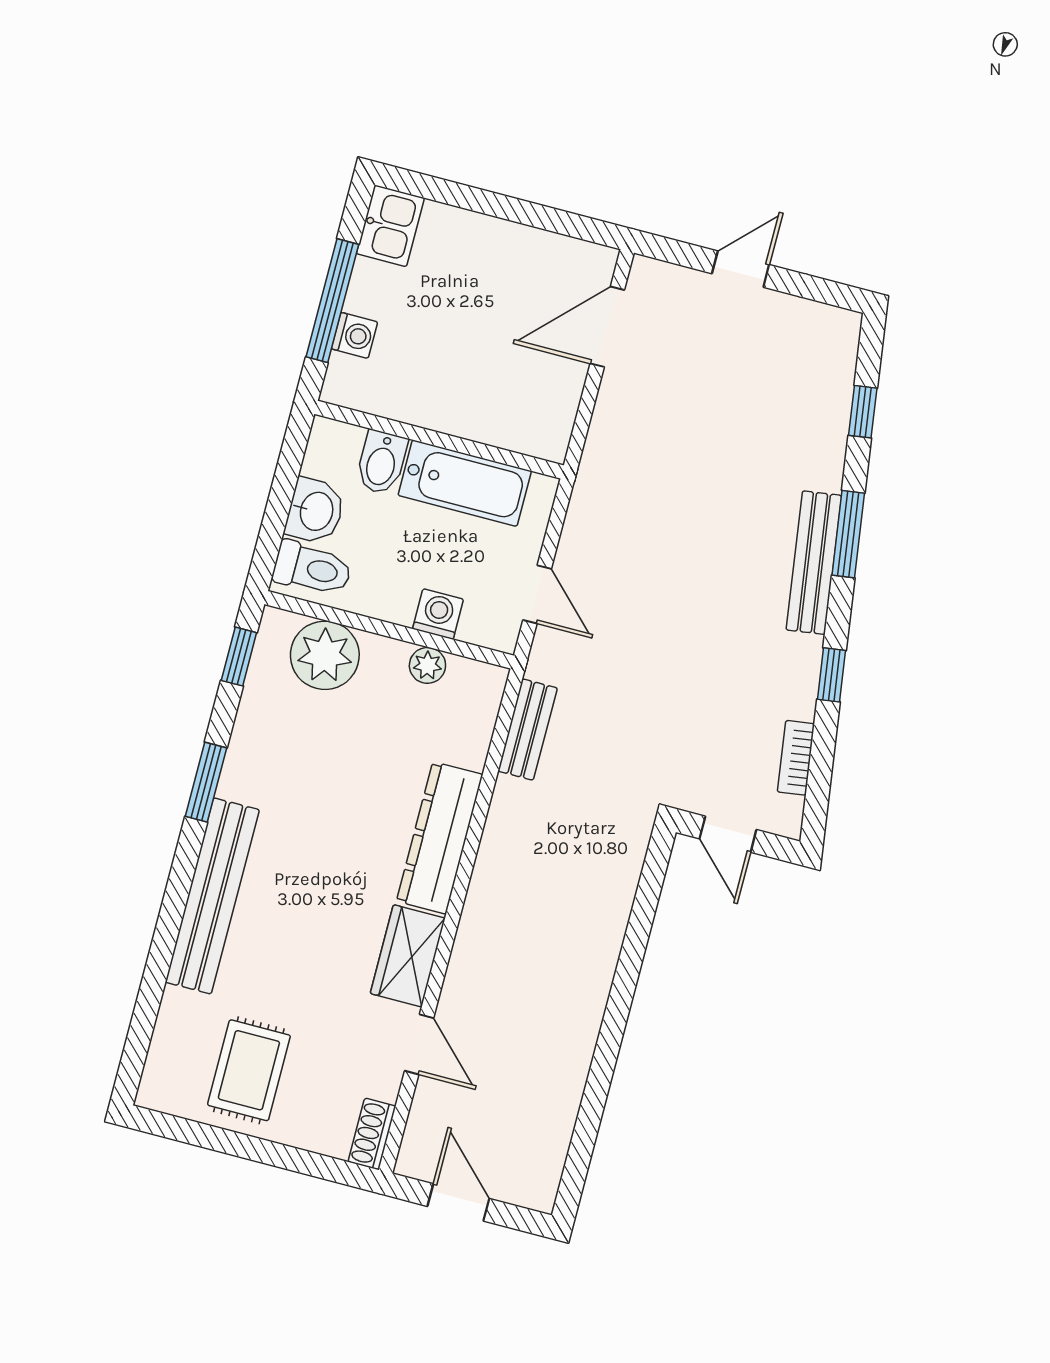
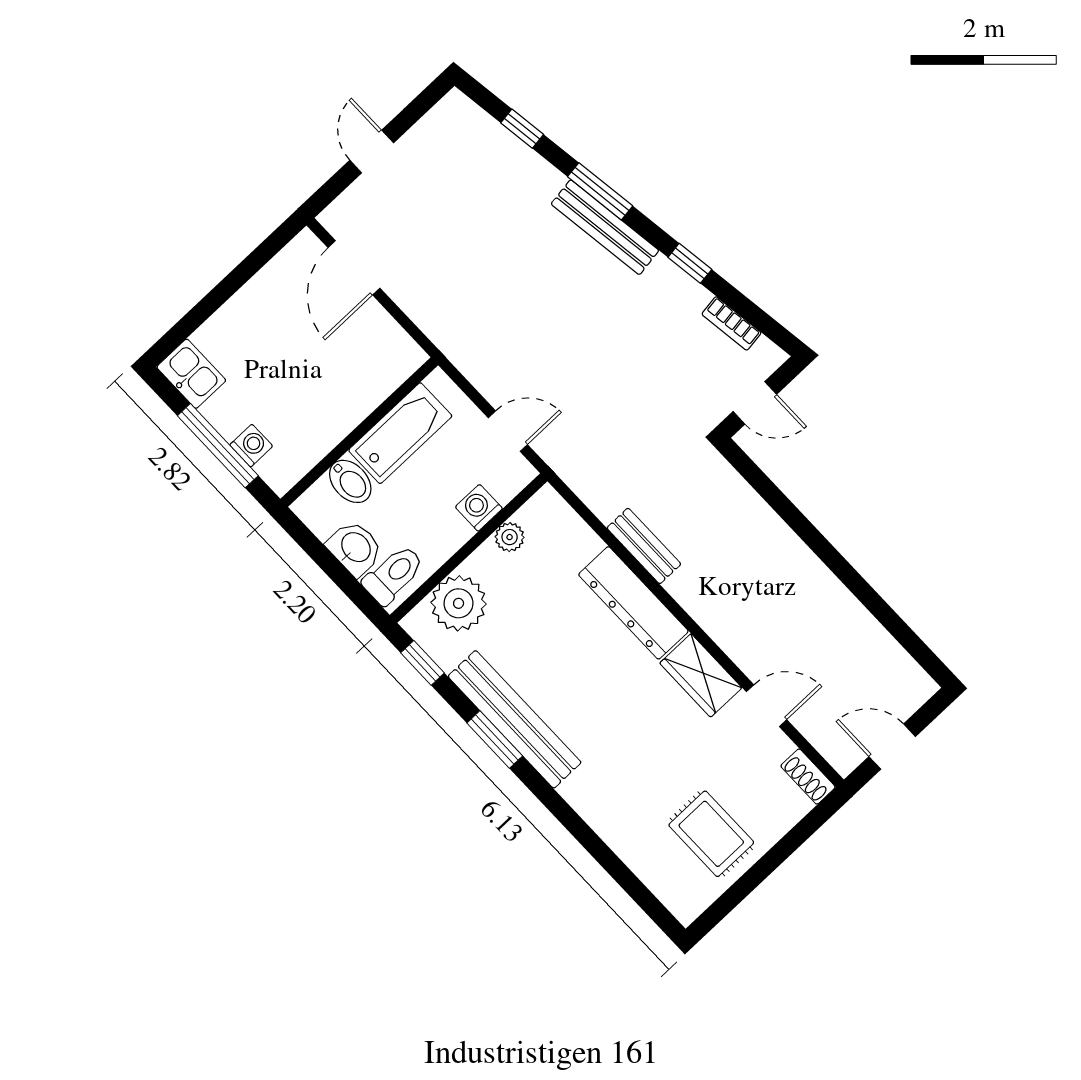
bench: (528, 729) -> (644, 546), moved
bench: (212, 896) -> (515, 719), moved

